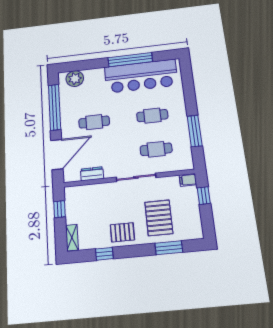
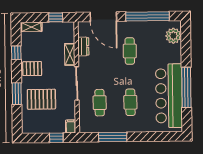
shelving: (102, 189) -> (70, 54), added
pallet: (122, 232) -> (32, 69), turned 90
window: (169, 248) -> (17, 94), moved

